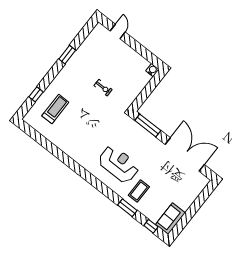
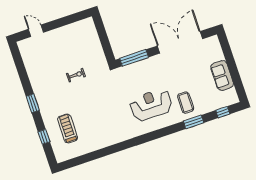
window: (67, 55) -> (33, 103), moved
water cooler: (152, 70) -> (89, 23), removed
sofa: (170, 219) -> (222, 76), moved

